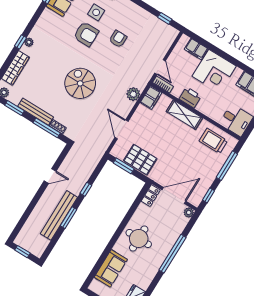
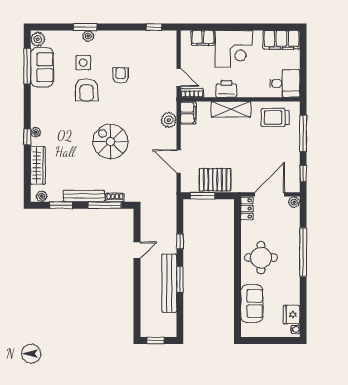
armchair: (86, 34) -> (87, 90), turned 90

